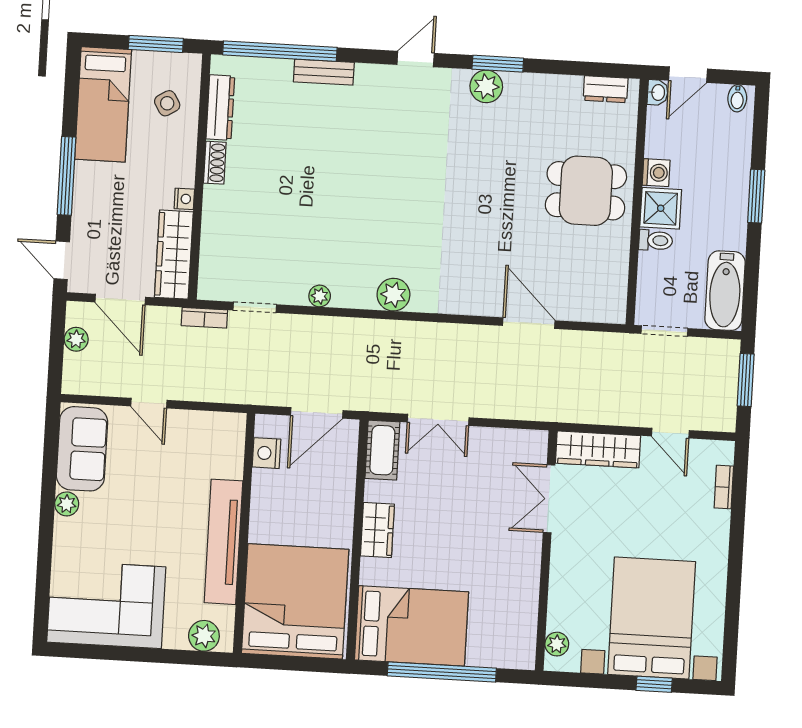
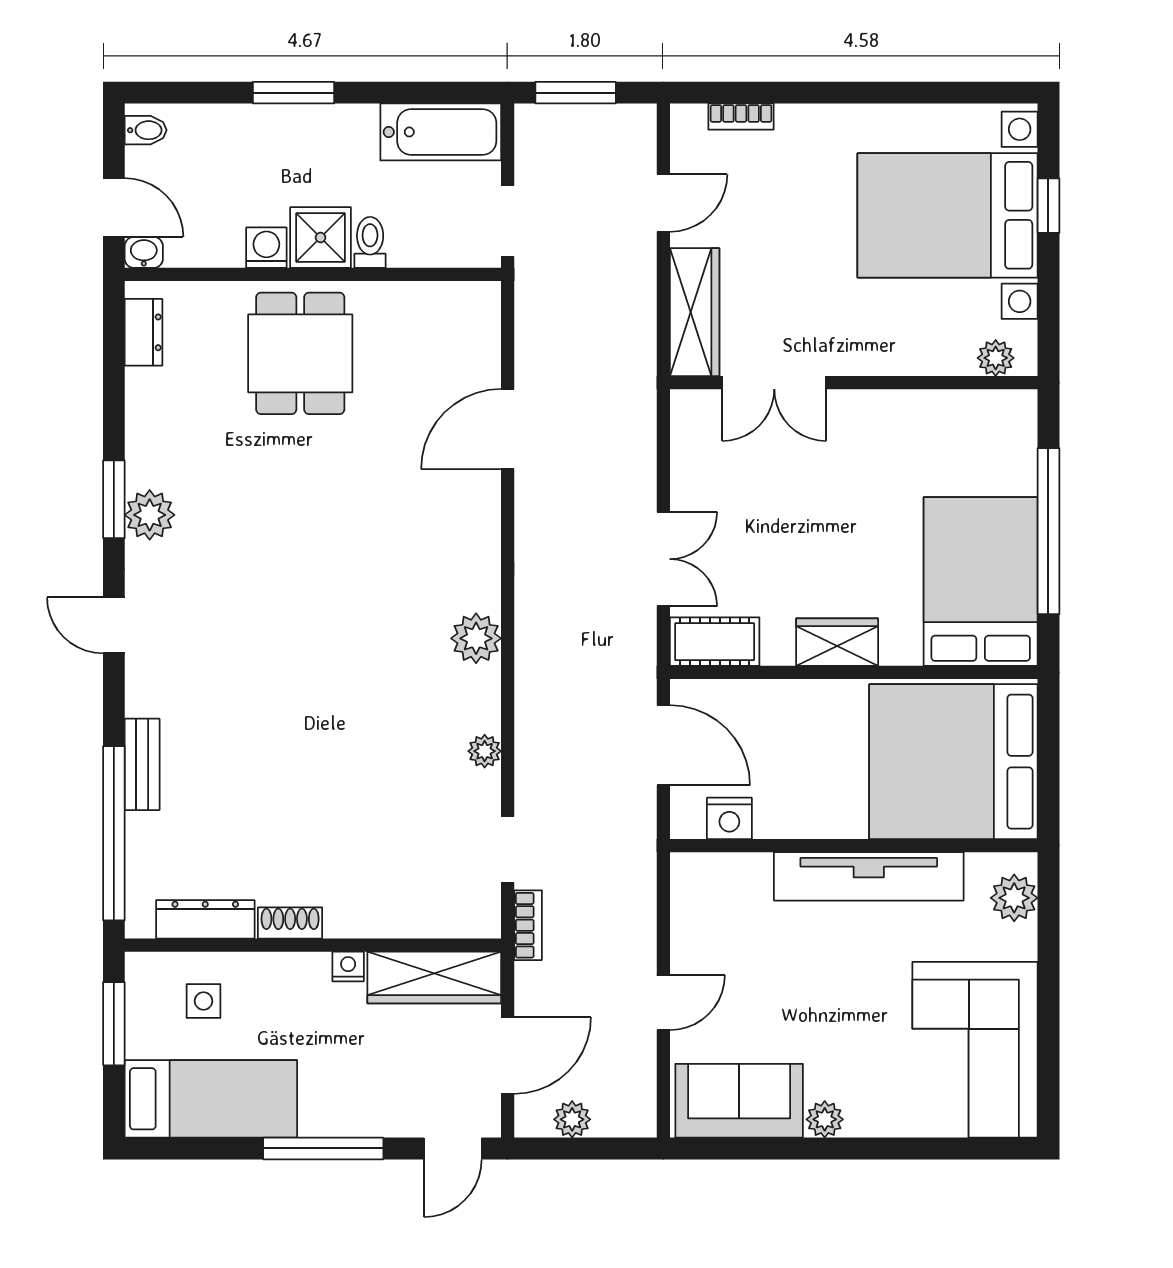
side table: (167, 103) -> (203, 1001), turned 31

